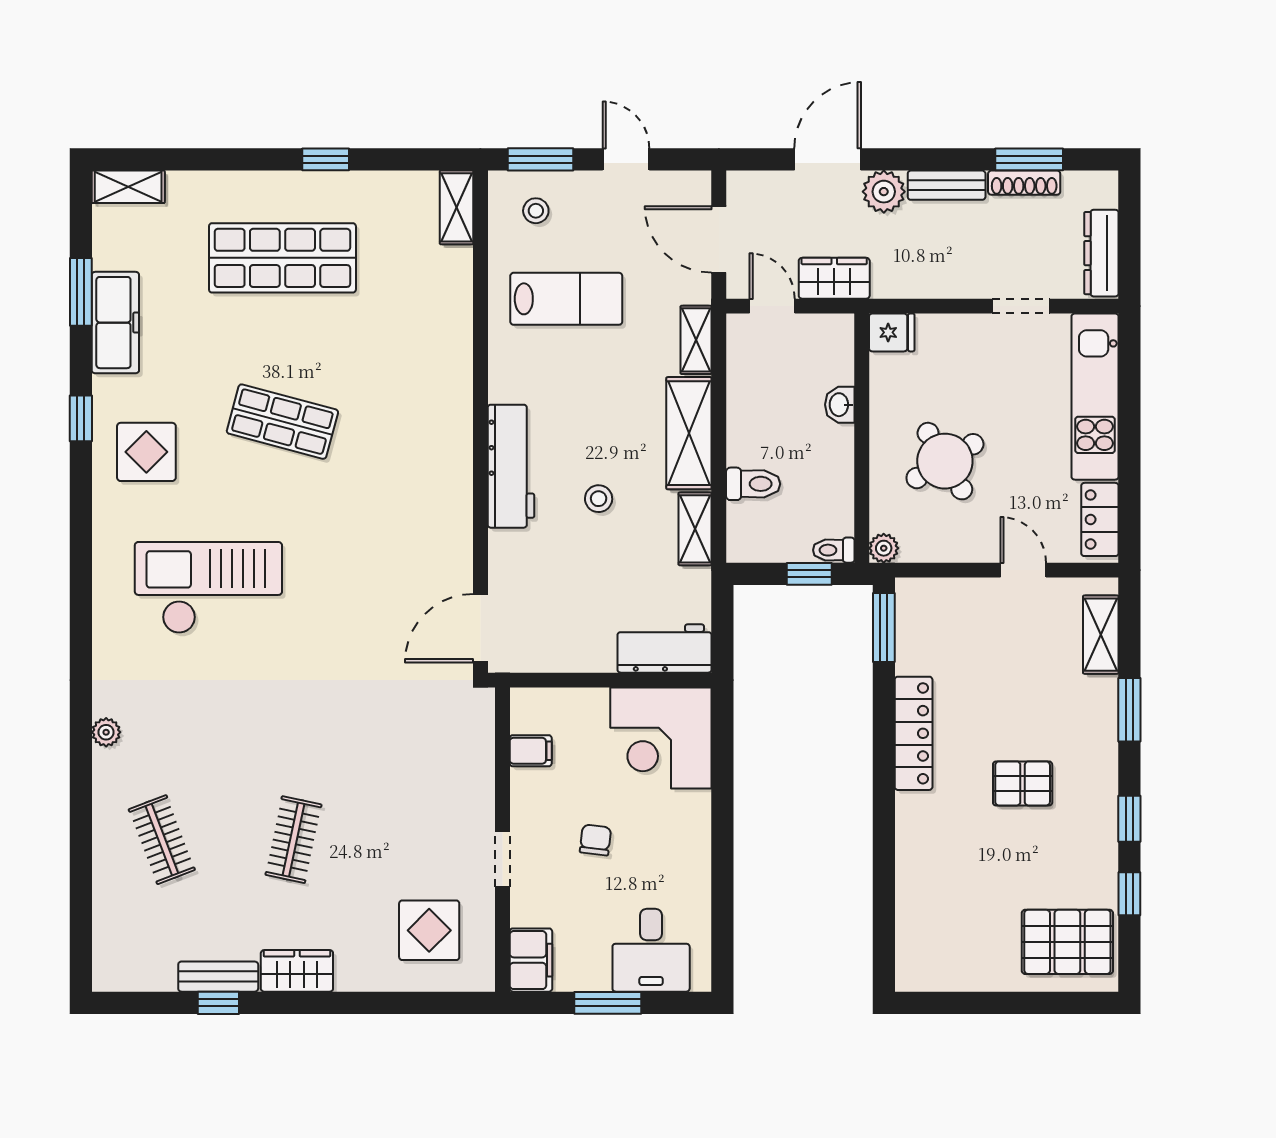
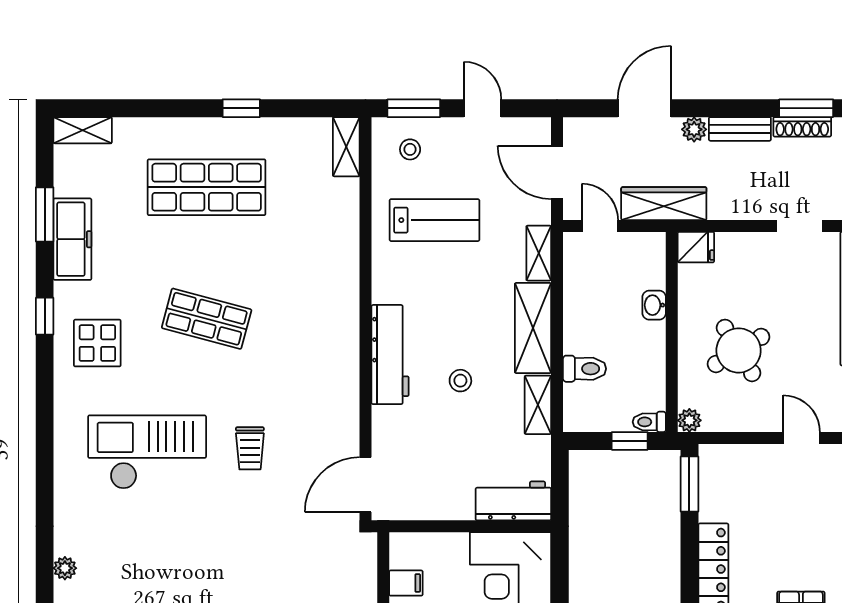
plant: (884, 192) -> (694, 129), width x0.73, depth x0.73
wardrobe: (834, 278) -> (664, 204), width x1.50
trolley: (336, 583) -> (250, 448), added

